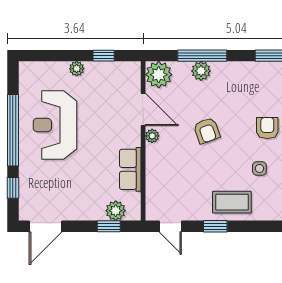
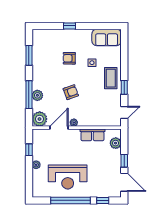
window: (109, 226) -> (124, 161), moved

